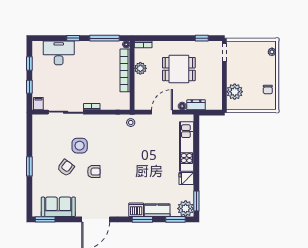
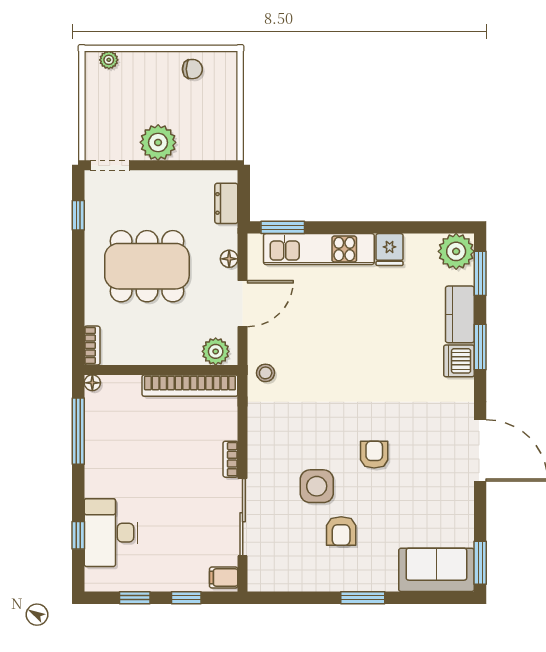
window: (73, 38) -> (78, 535), moved
plant: (140, 68) -> (216, 351), moved
dining table: (179, 69) -> (147, 266), width x1.38
bookcase: (125, 70) -> (190, 386), moved
plant: (235, 92) -> (158, 142), moved
dresser: (196, 105) -> (226, 203), moved
door: (162, 112) -> (243, 304), swing flipped
armchair: (66, 168) -> (341, 531), moved, turned -127
window: (196, 201) -> (283, 227), moved
sofa: (58, 207) -> (436, 570), moved, turned 90

